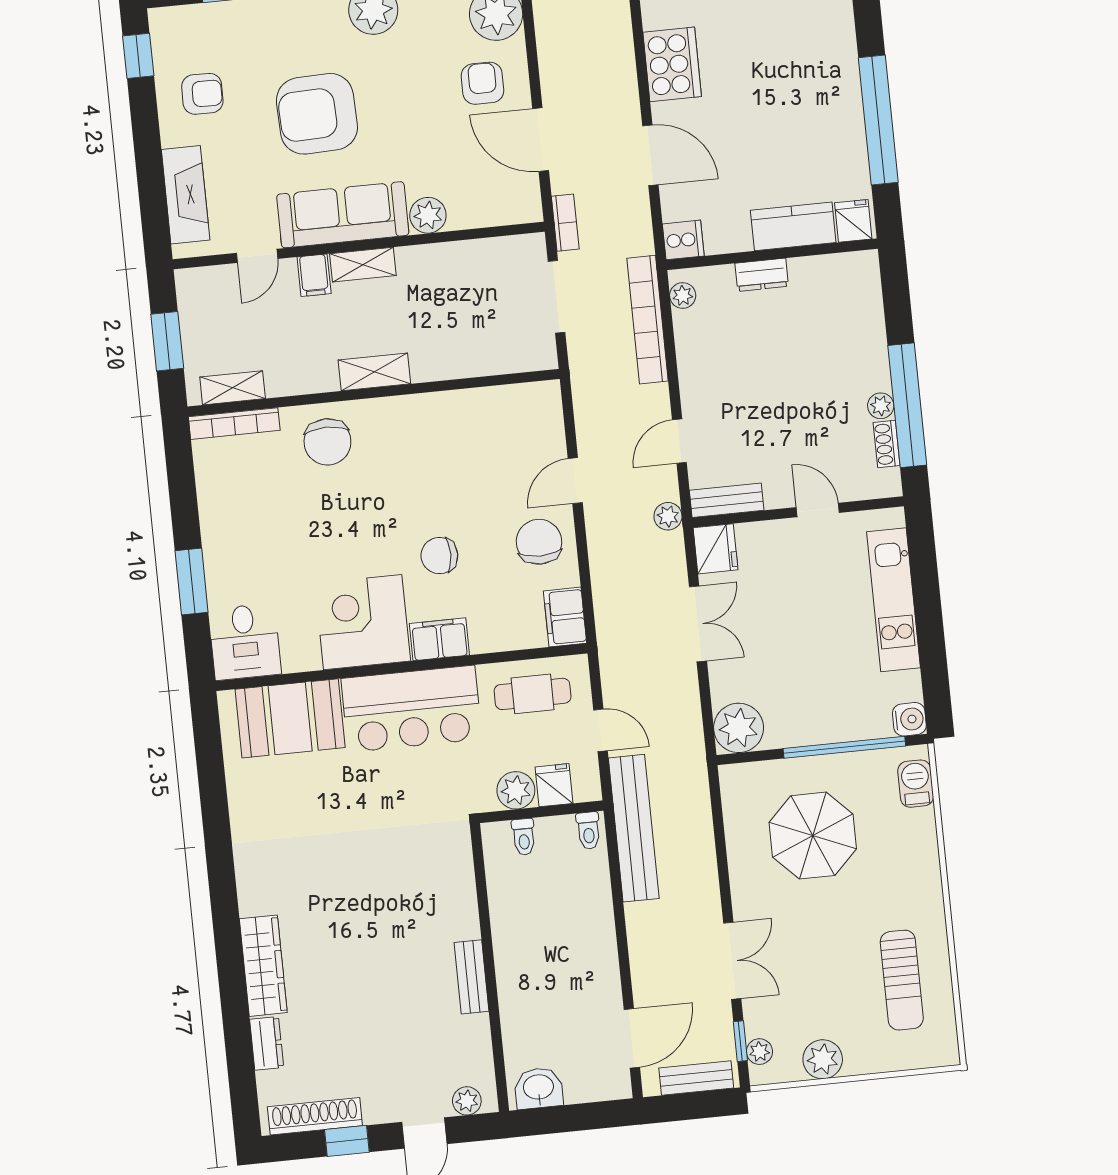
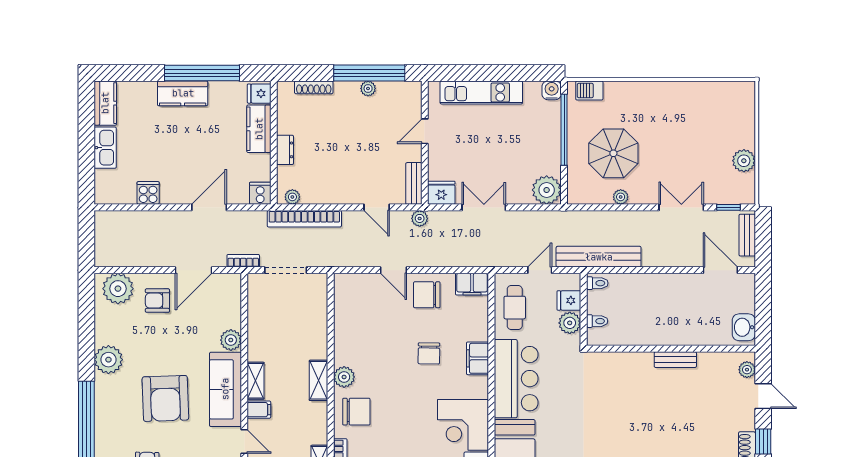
cooker: (672, 64) -> (148, 193), width x0.53, depth x0.76
kitchen counter: (840, 90) -> (183, 93), added
plant: (384, 415) -> (344, 377), added
shoe rack: (887, 444) -> (314, 87), moved, width x1.43
corner desk: (363, 622) -> (463, 425), moved
sun lounger: (902, 980) -> (702, 110), removed
plant: (759, 1052) -> (621, 197), moved

